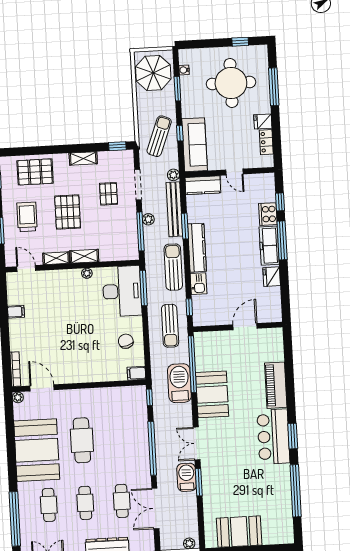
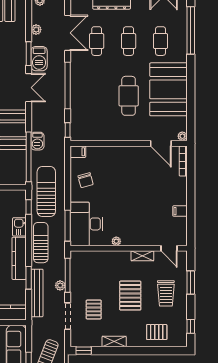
pallet: (35, 172) -> (157, 332), width x0.67, depth x0.71
plant: (173, 175) -> (36, 30), moved
shelving: (84, 256) -> (118, 256), removed
sun lounger: (173, 267) -> (41, 243), turned 180
sun lounger: (170, 326) -> (46, 192), width x1.36, depth x1.34
barbecue: (179, 383) -> (37, 141), width x0.53, depth x0.65

